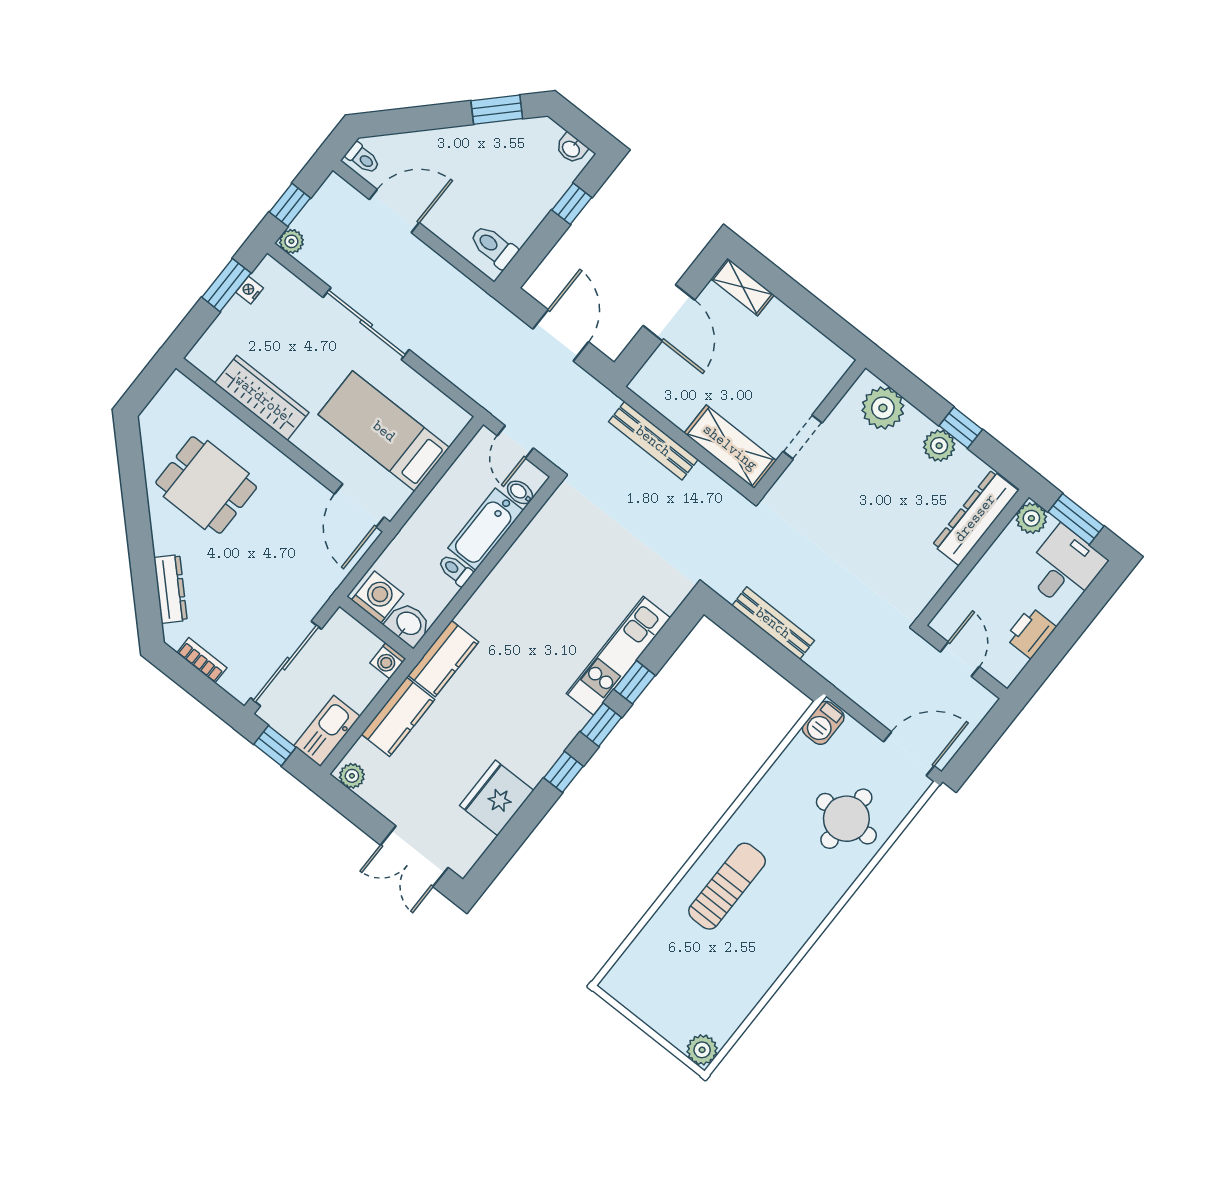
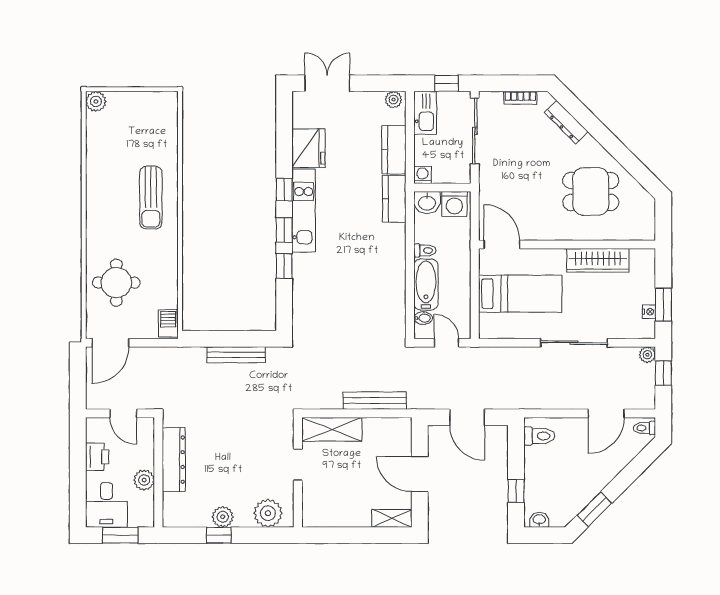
dresser: (975, 518) -> (174, 460), moved
plant: (1031, 518) -> (144, 480), moved
kitchen unit: (618, 656) -> (304, 211), moved

